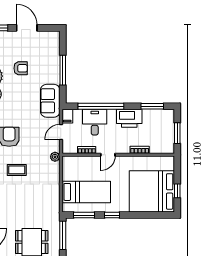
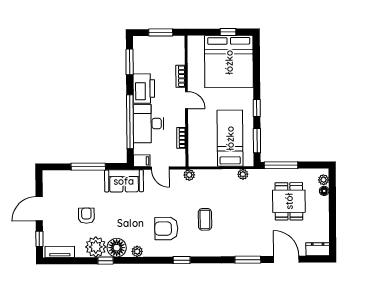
desk: (95, 122) -> (148, 124), width x1.37
door: (108, 155) -> (186, 100), moved
plant: (55, 203) -> (243, 174), added

